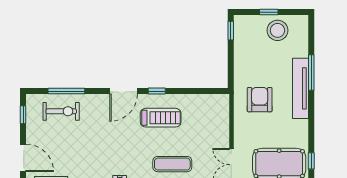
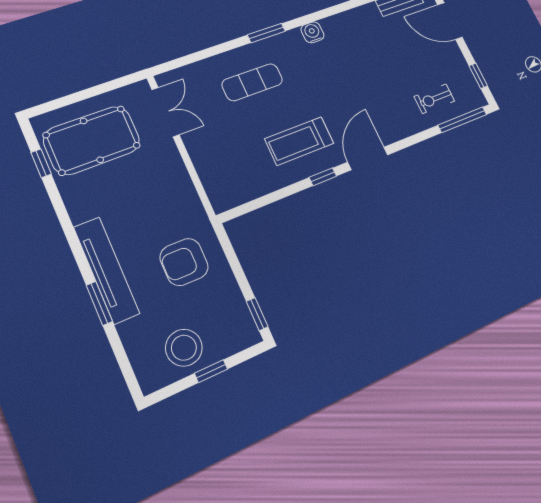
window: (311, 72) -> (99, 303), width x0.69
window: (66, 91) -> (462, 120), moved
armchair: (260, 100) -> (184, 262), moved, turned 90
exercise bike: (61, 111) -> (434, 99), width x0.73, depth x0.72

